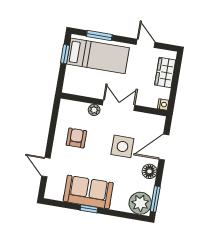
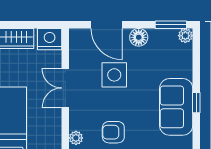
nightstand: (163, 104) -> (50, 39), width x1.89, depth x1.79
plant: (94, 110) -> (76, 138), moved
plant: (140, 203) -> (185, 36), width x0.53, depth x0.53

